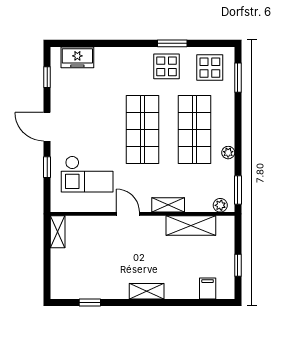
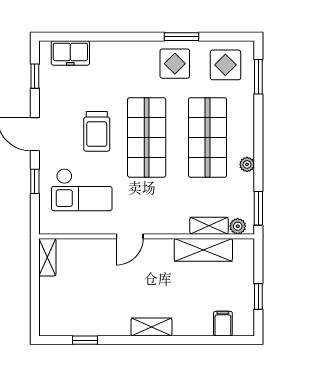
trolley: (100, 124) -> (97, 131), added
shelving: (168, 205) -> (209, 226), moved
door: (128, 214) -> (130, 236), swing flipped

